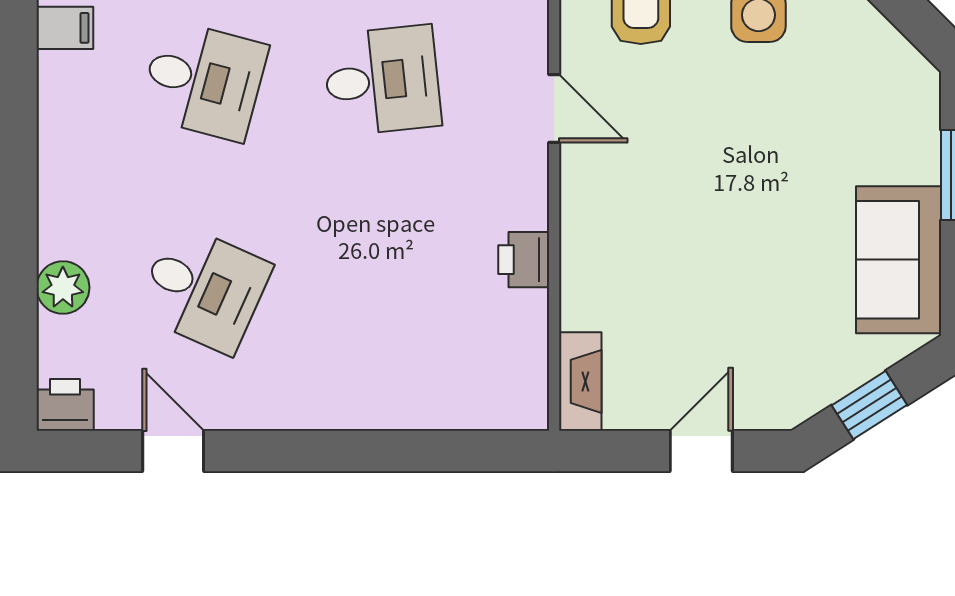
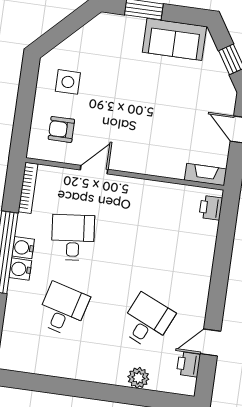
filing cabinet: (65, 28) -> (34, 362), removed
printer: (524, 260) -> (211, 208), moved, turned 90
printer: (65, 405) -> (188, 364), moved

